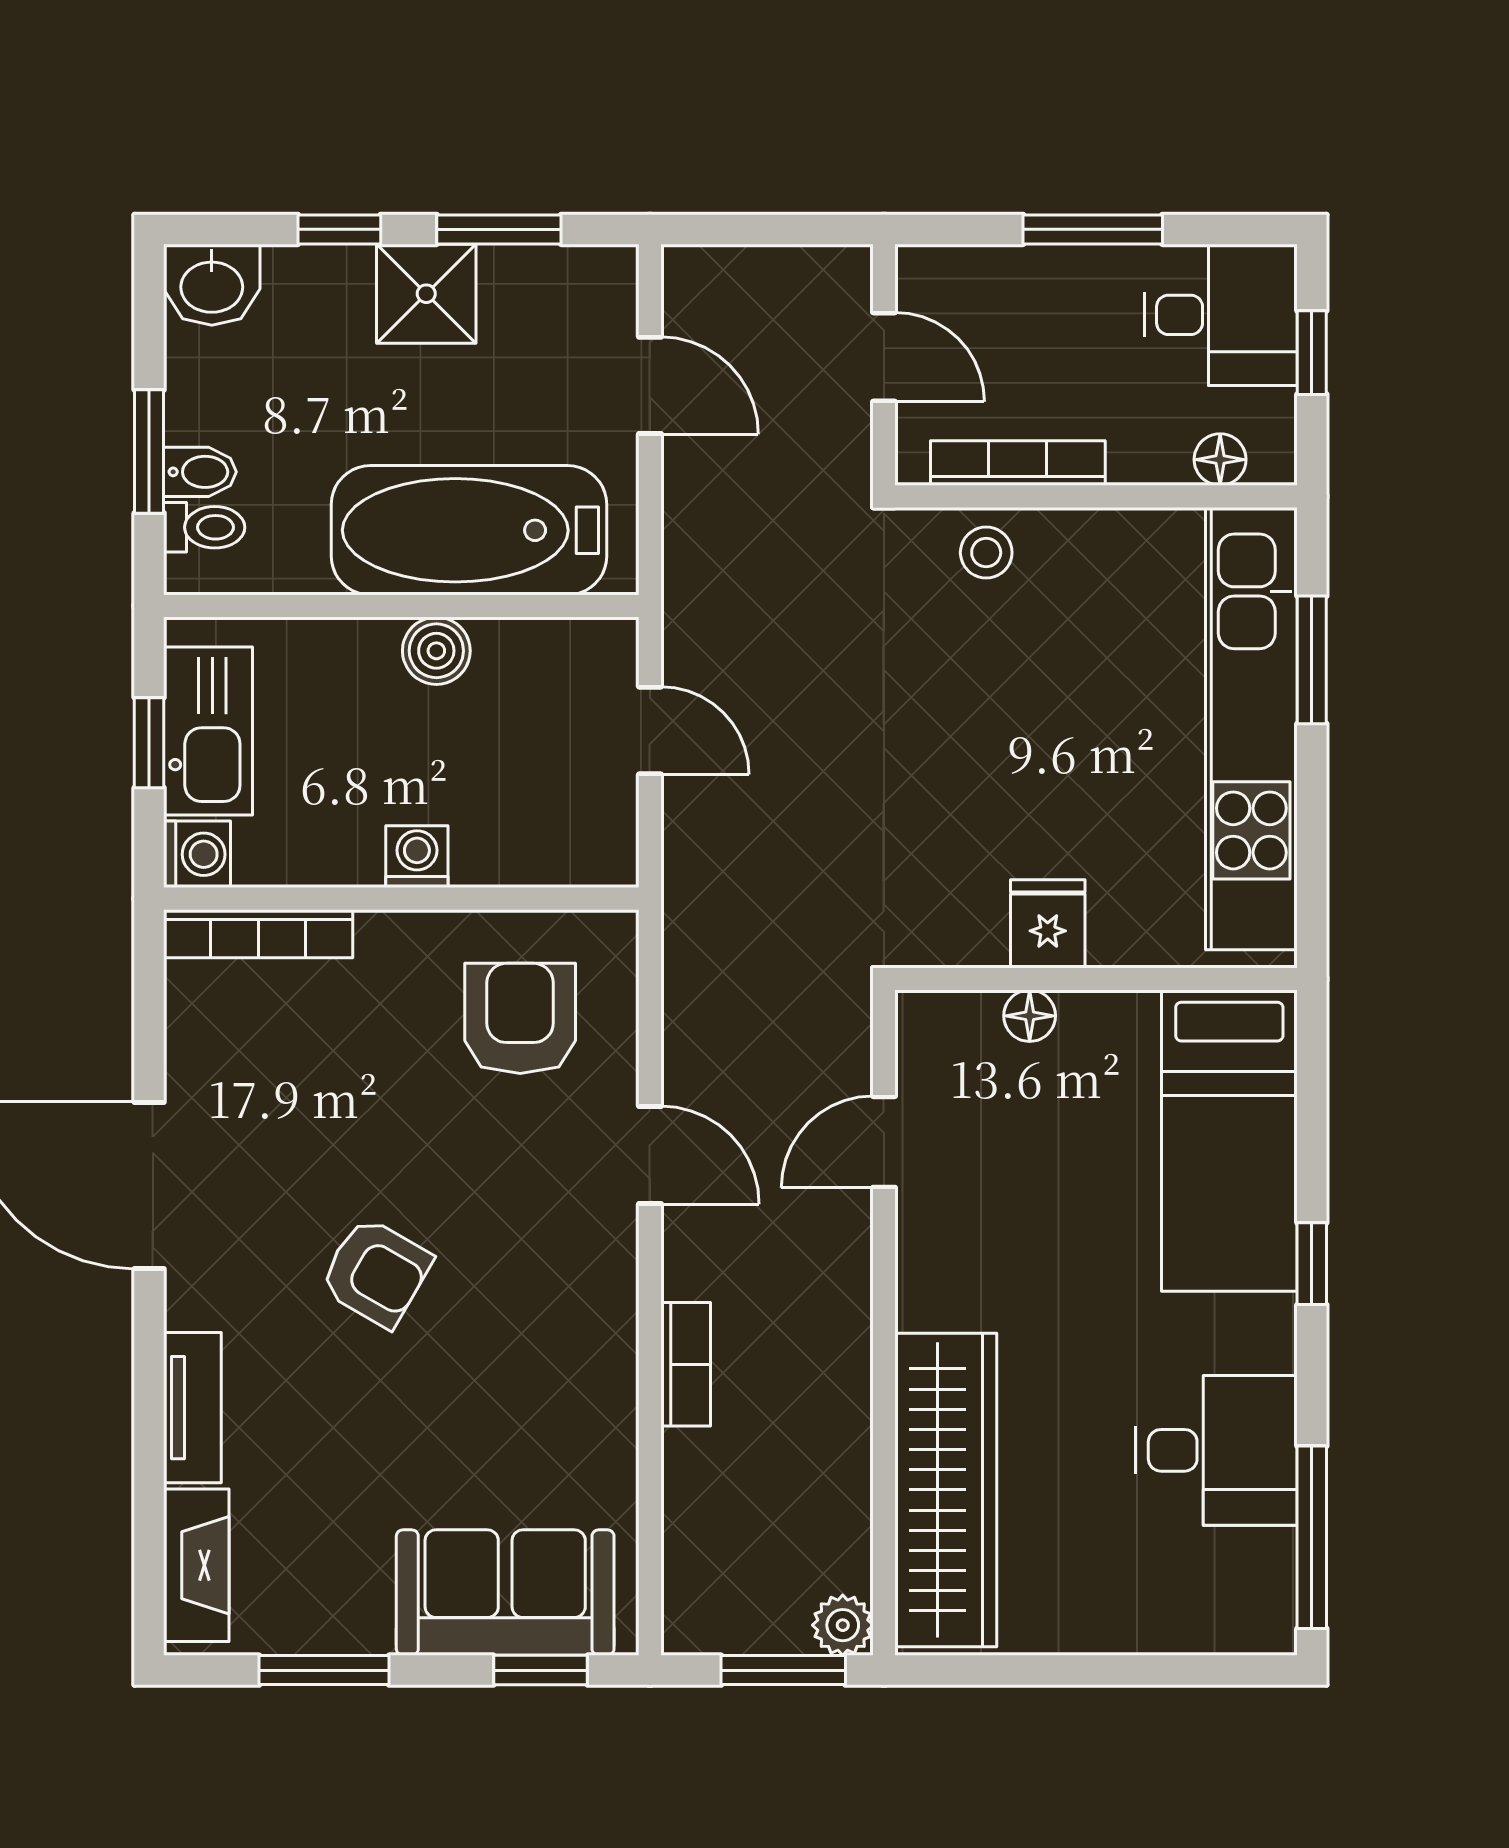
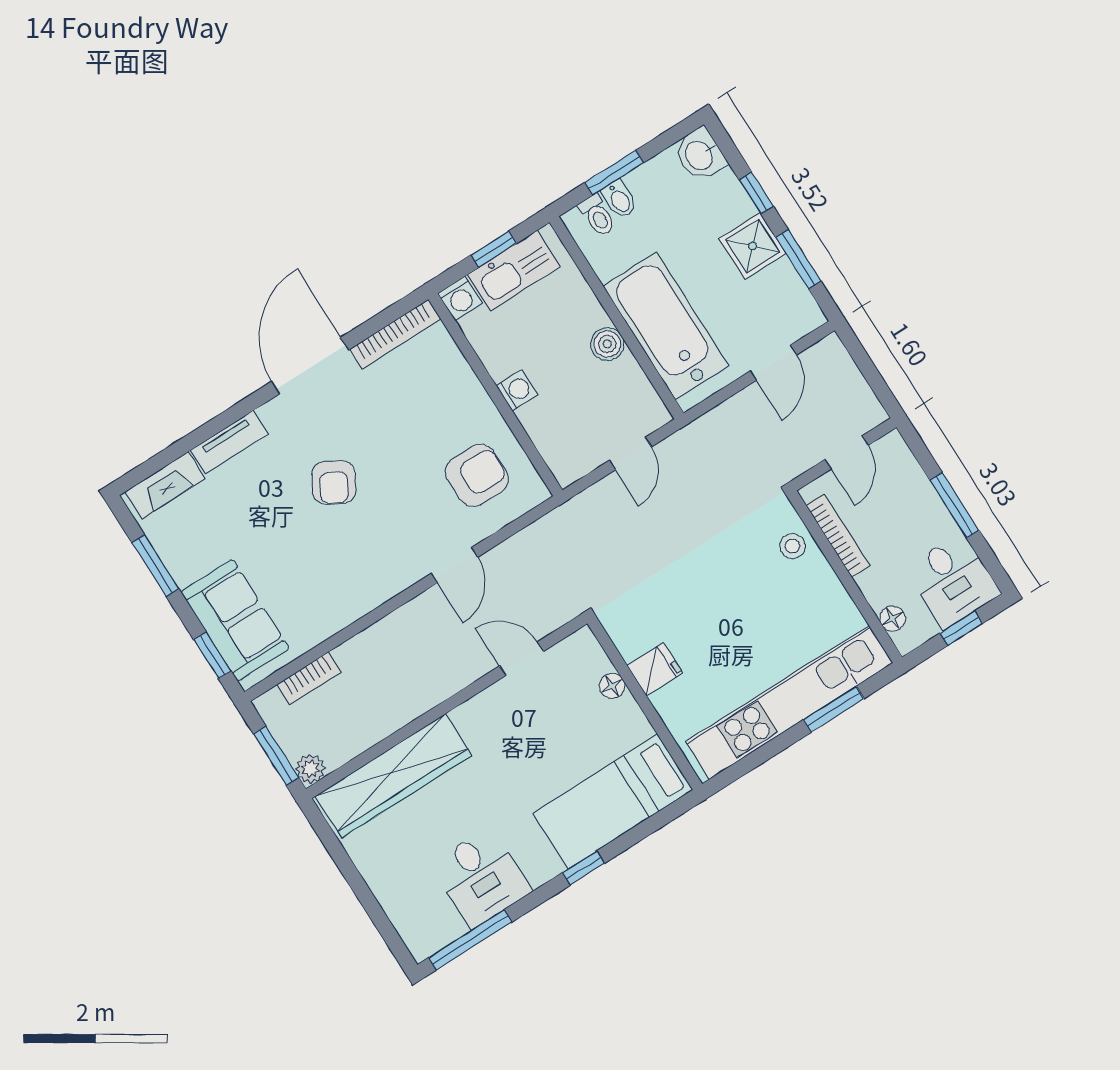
bookcase: (258, 934) -> (395, 334), moved, turned -90
bookcase: (686, 1364) -> (309, 678), moved

